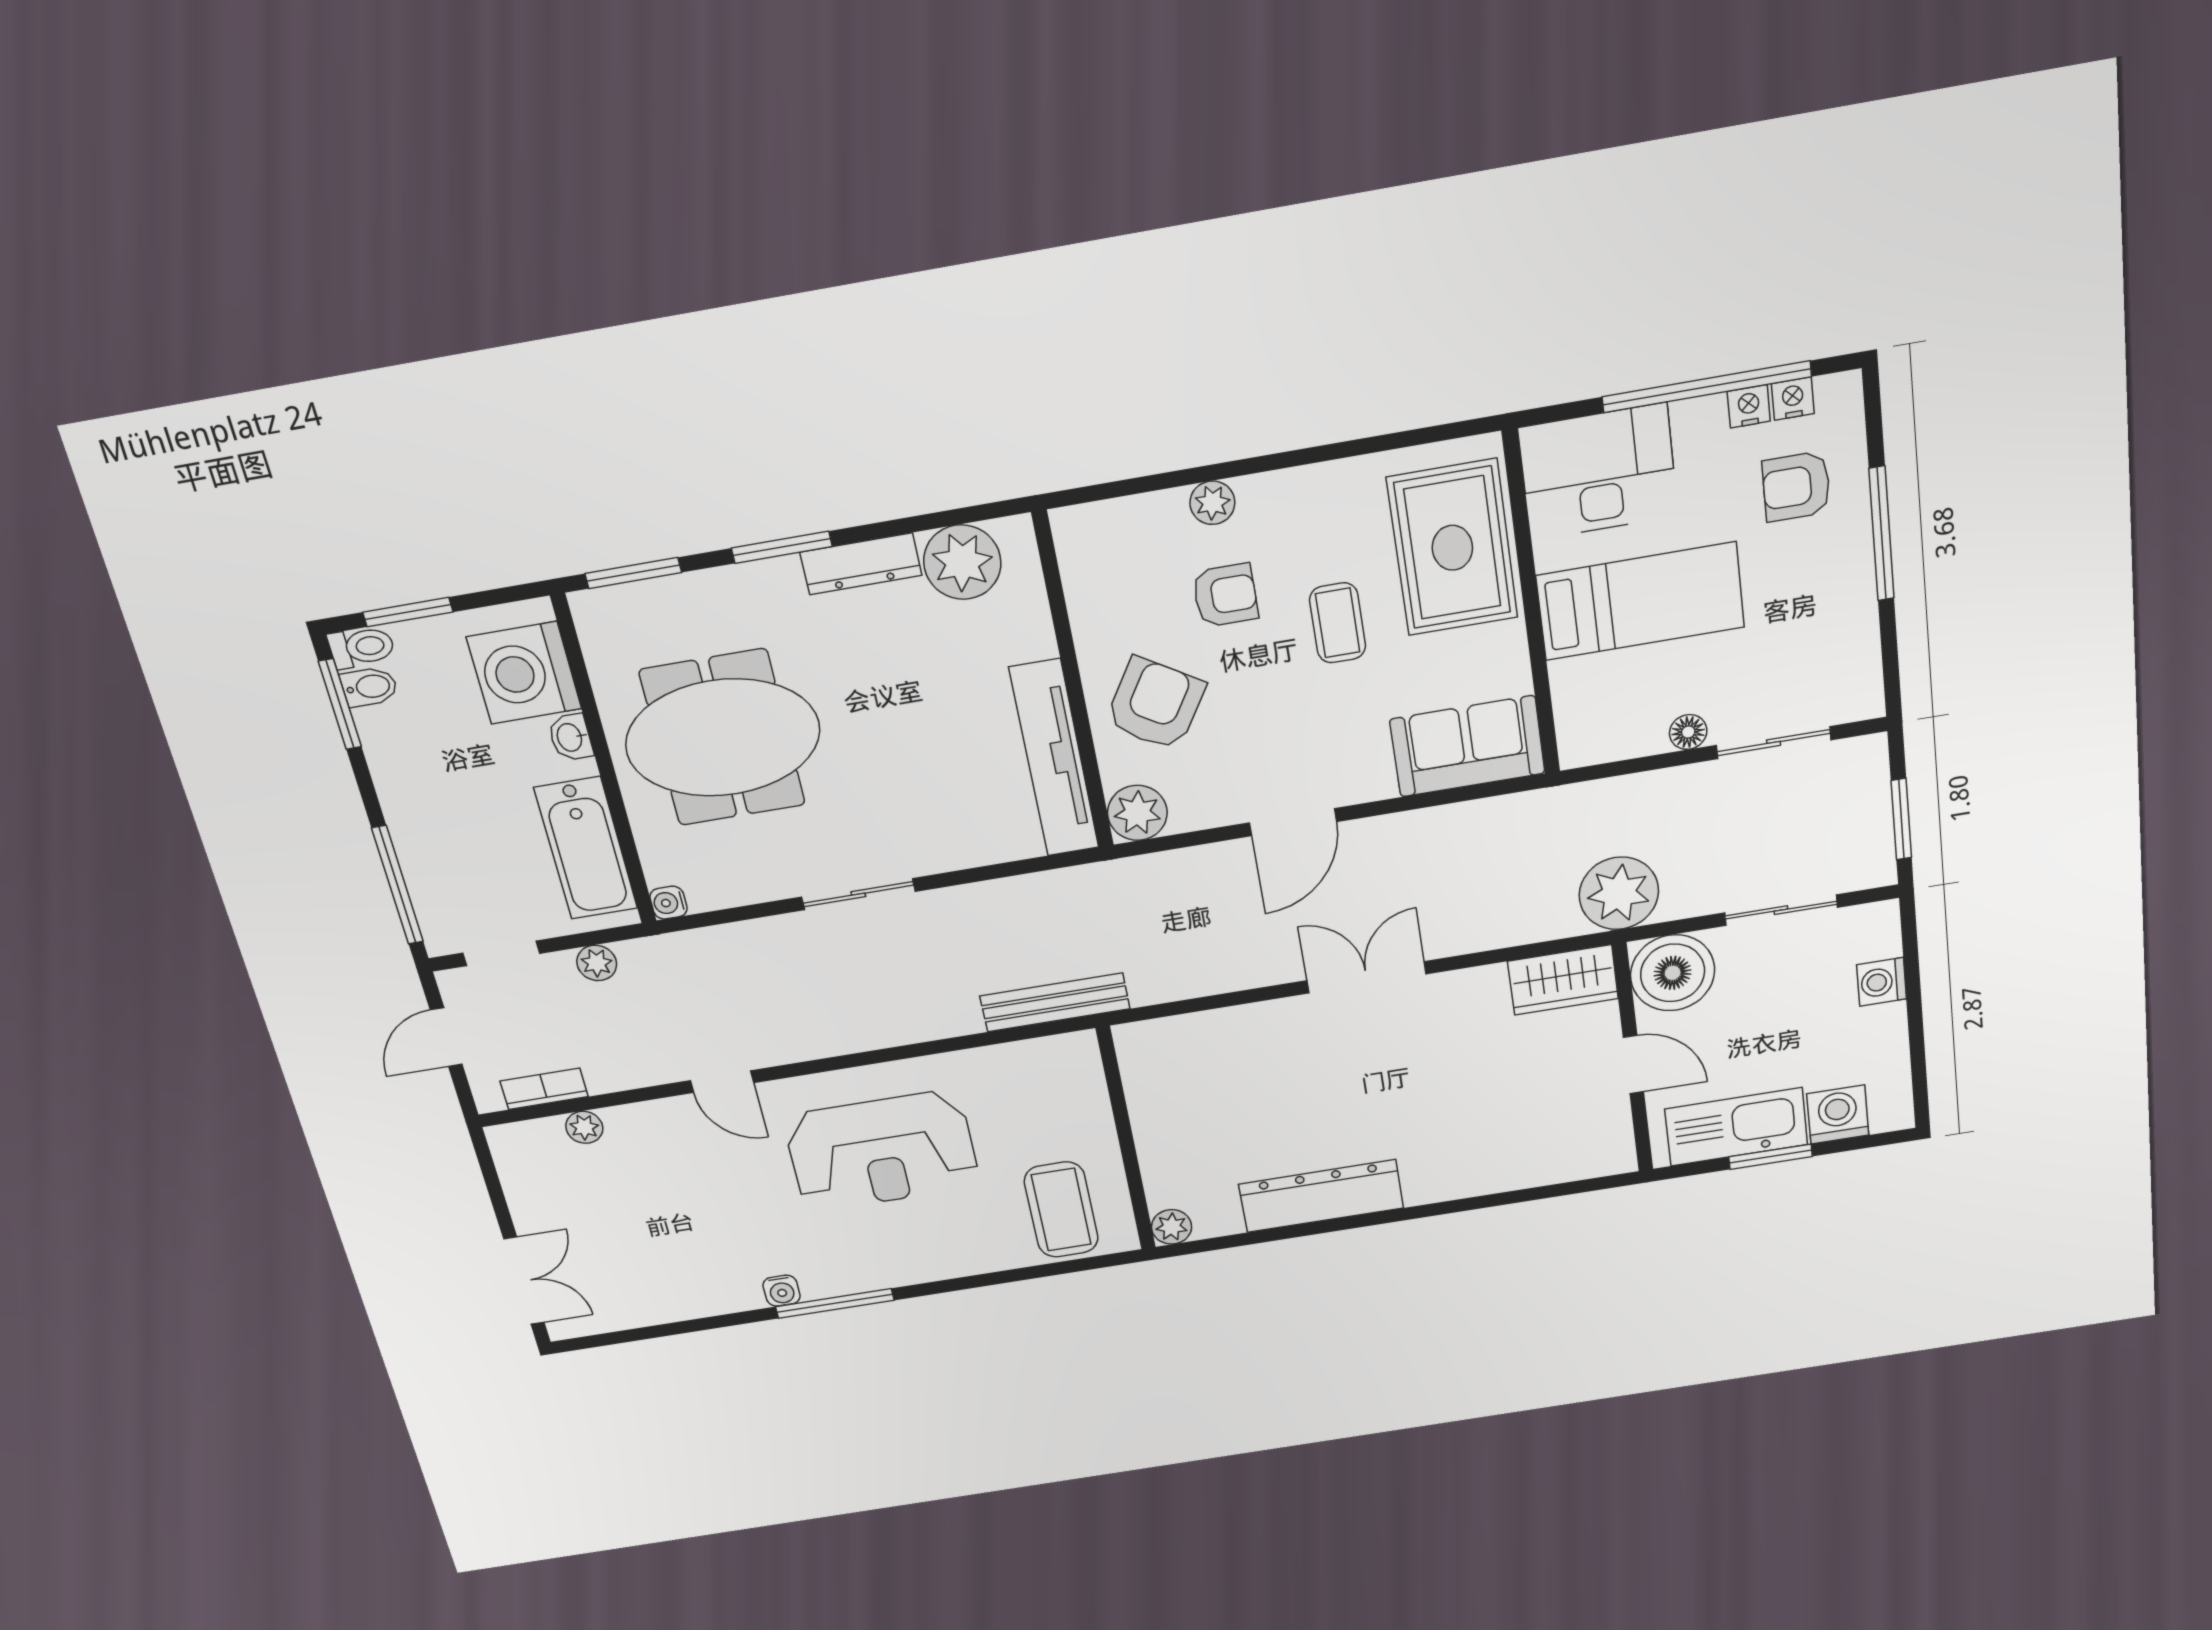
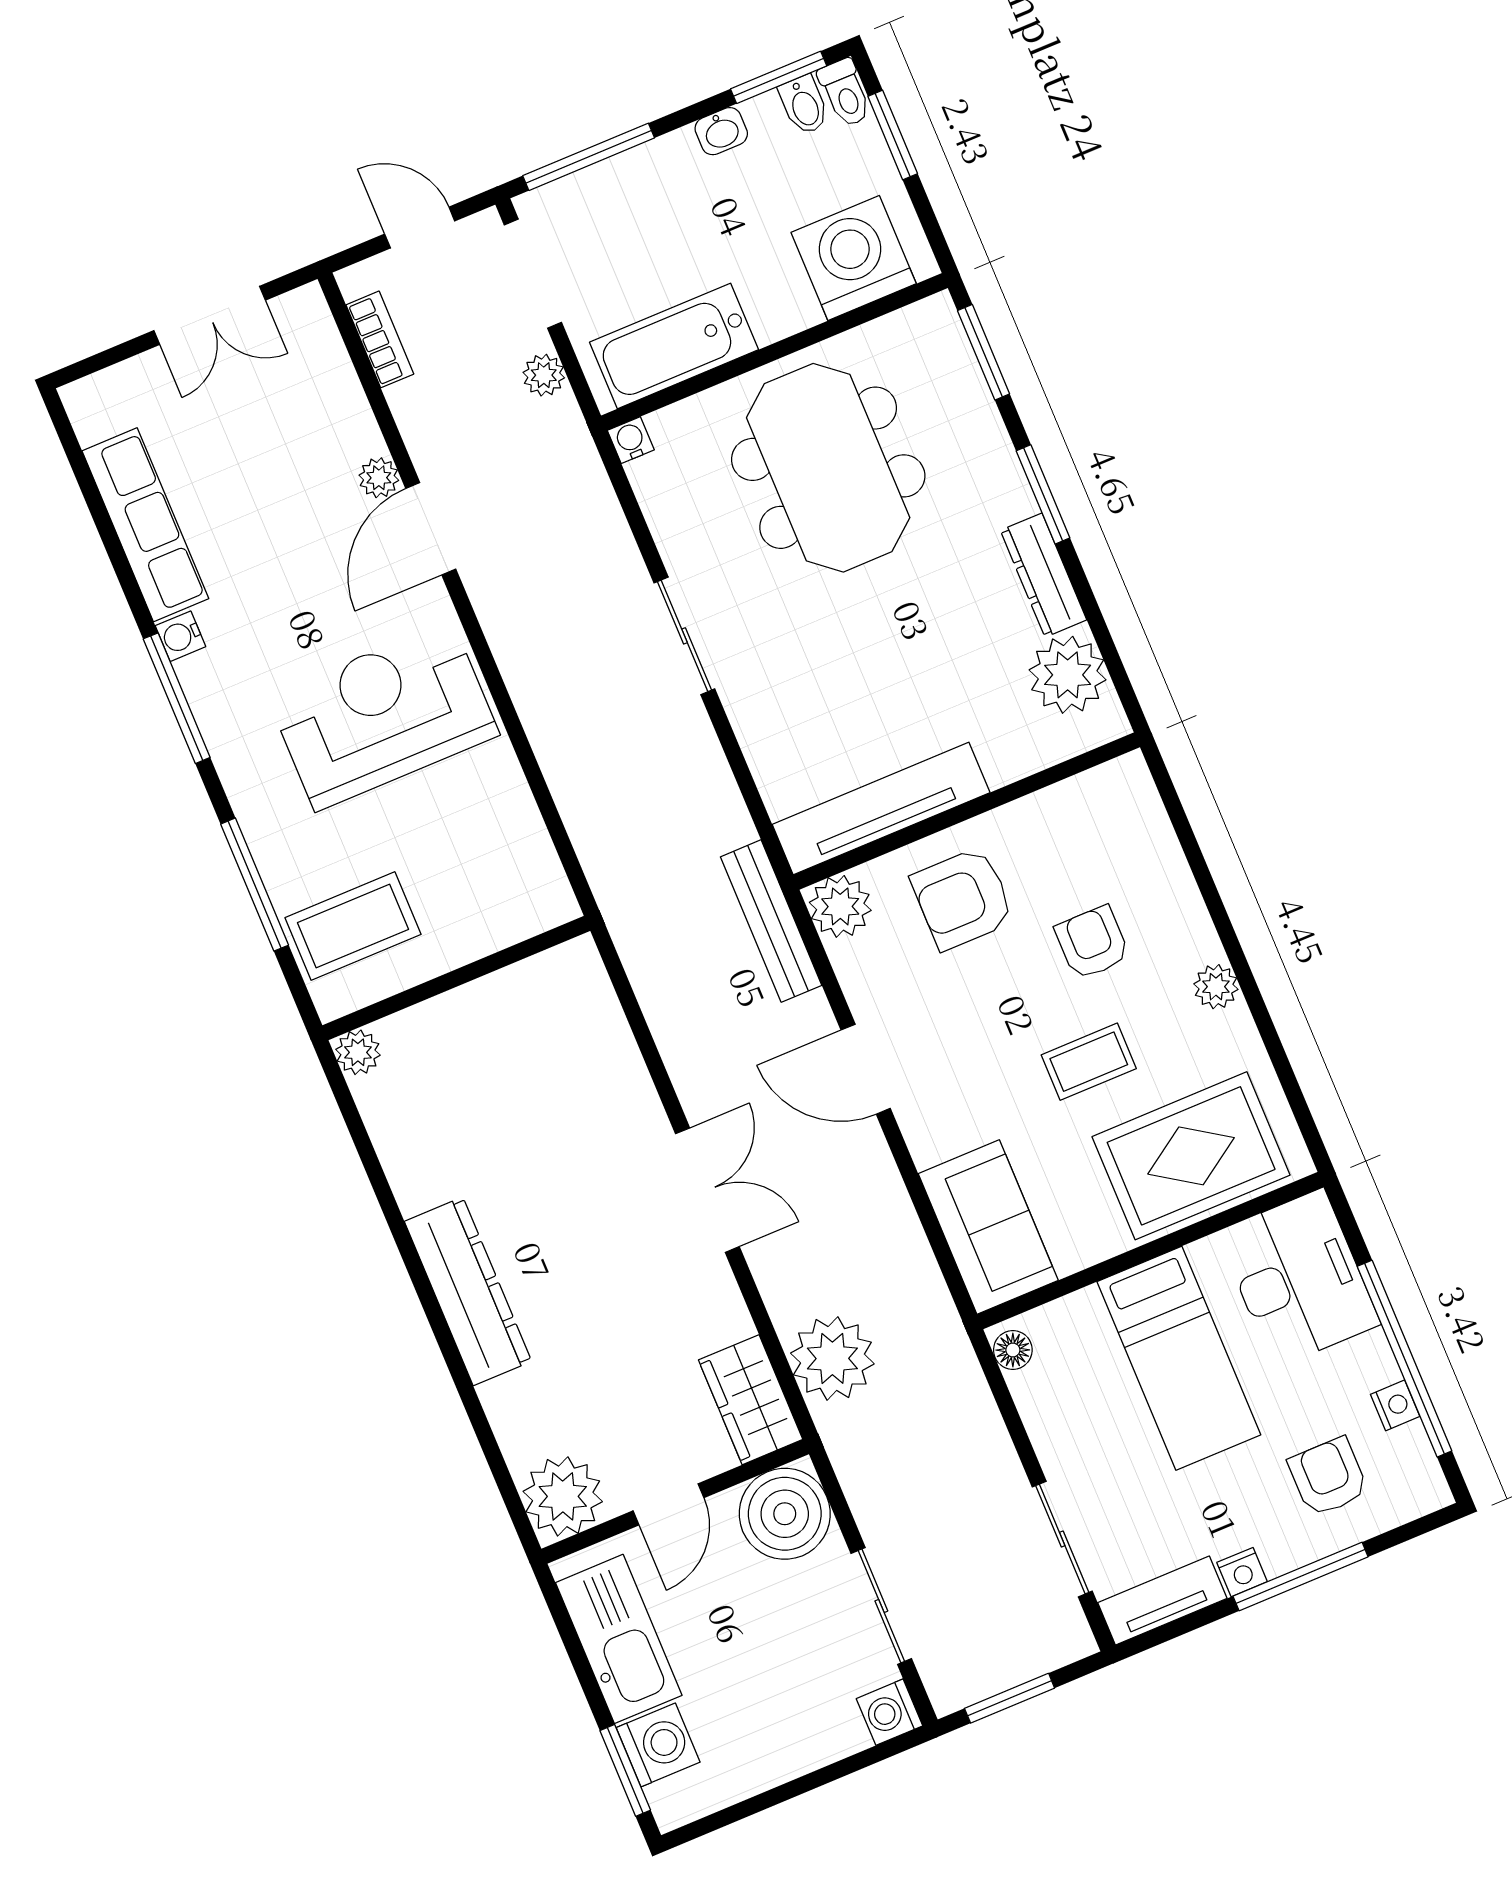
nightstand: (1793, 399) -> (1242, 1572), moved, turned 90
plant: (1212, 503) -> (1216, 987), moved
armchair: (1225, 595) -> (1092, 943), turned 180
tv unit: (1860, 666) -> (1162, 1601), added
armchair: (1155, 704) -> (963, 899), turned 148
floor lamp: (1688, 732) -> (1013, 1350), moved
washbasin: (570, 737) -> (721, 131), moved, turned 180
plant: (1619, 893) -> (832, 1358), moved
doorway: (501, 953) -> (533, 274), width x1.38
washing machine: (1881, 982) -> (890, 1712), moved, turned -90
bench: (1055, 1002) -> (771, 921), moved
door: (722, 1082) -> (431, 529), width x1.38
plant: (584, 1127) -> (379, 478), moved
plant: (1599, 1146) -> (563, 1496), added
reception desk: (882, 1151) -> (383, 715), turned 90
window: (1771, 1157) -> (625, 1770), moved
dresser: (1321, 1196) -> (468, 1291), moved
window: (1008, 1276) -> (255, 885), added
double door: (524, 1281) -> (210, 315), moved
row of seats: (680, 1298) -> (145, 525), added

